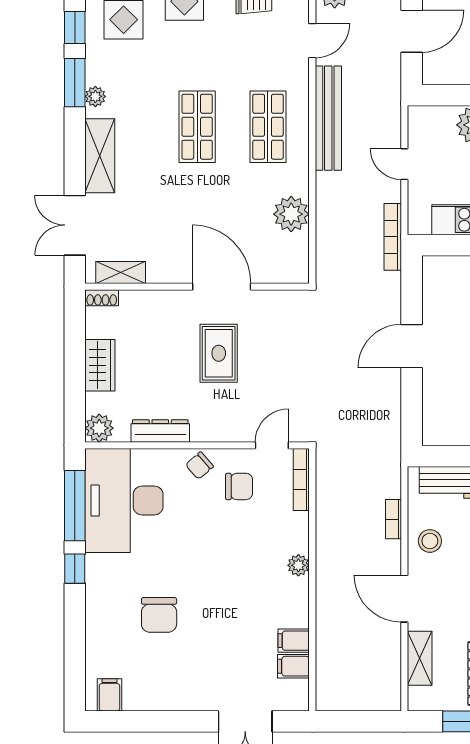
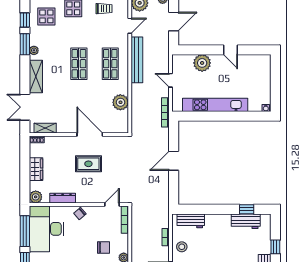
rug: (219, 353) -> (88, 164), turned 90
chair: (239, 486) -> (104, 247), moved

